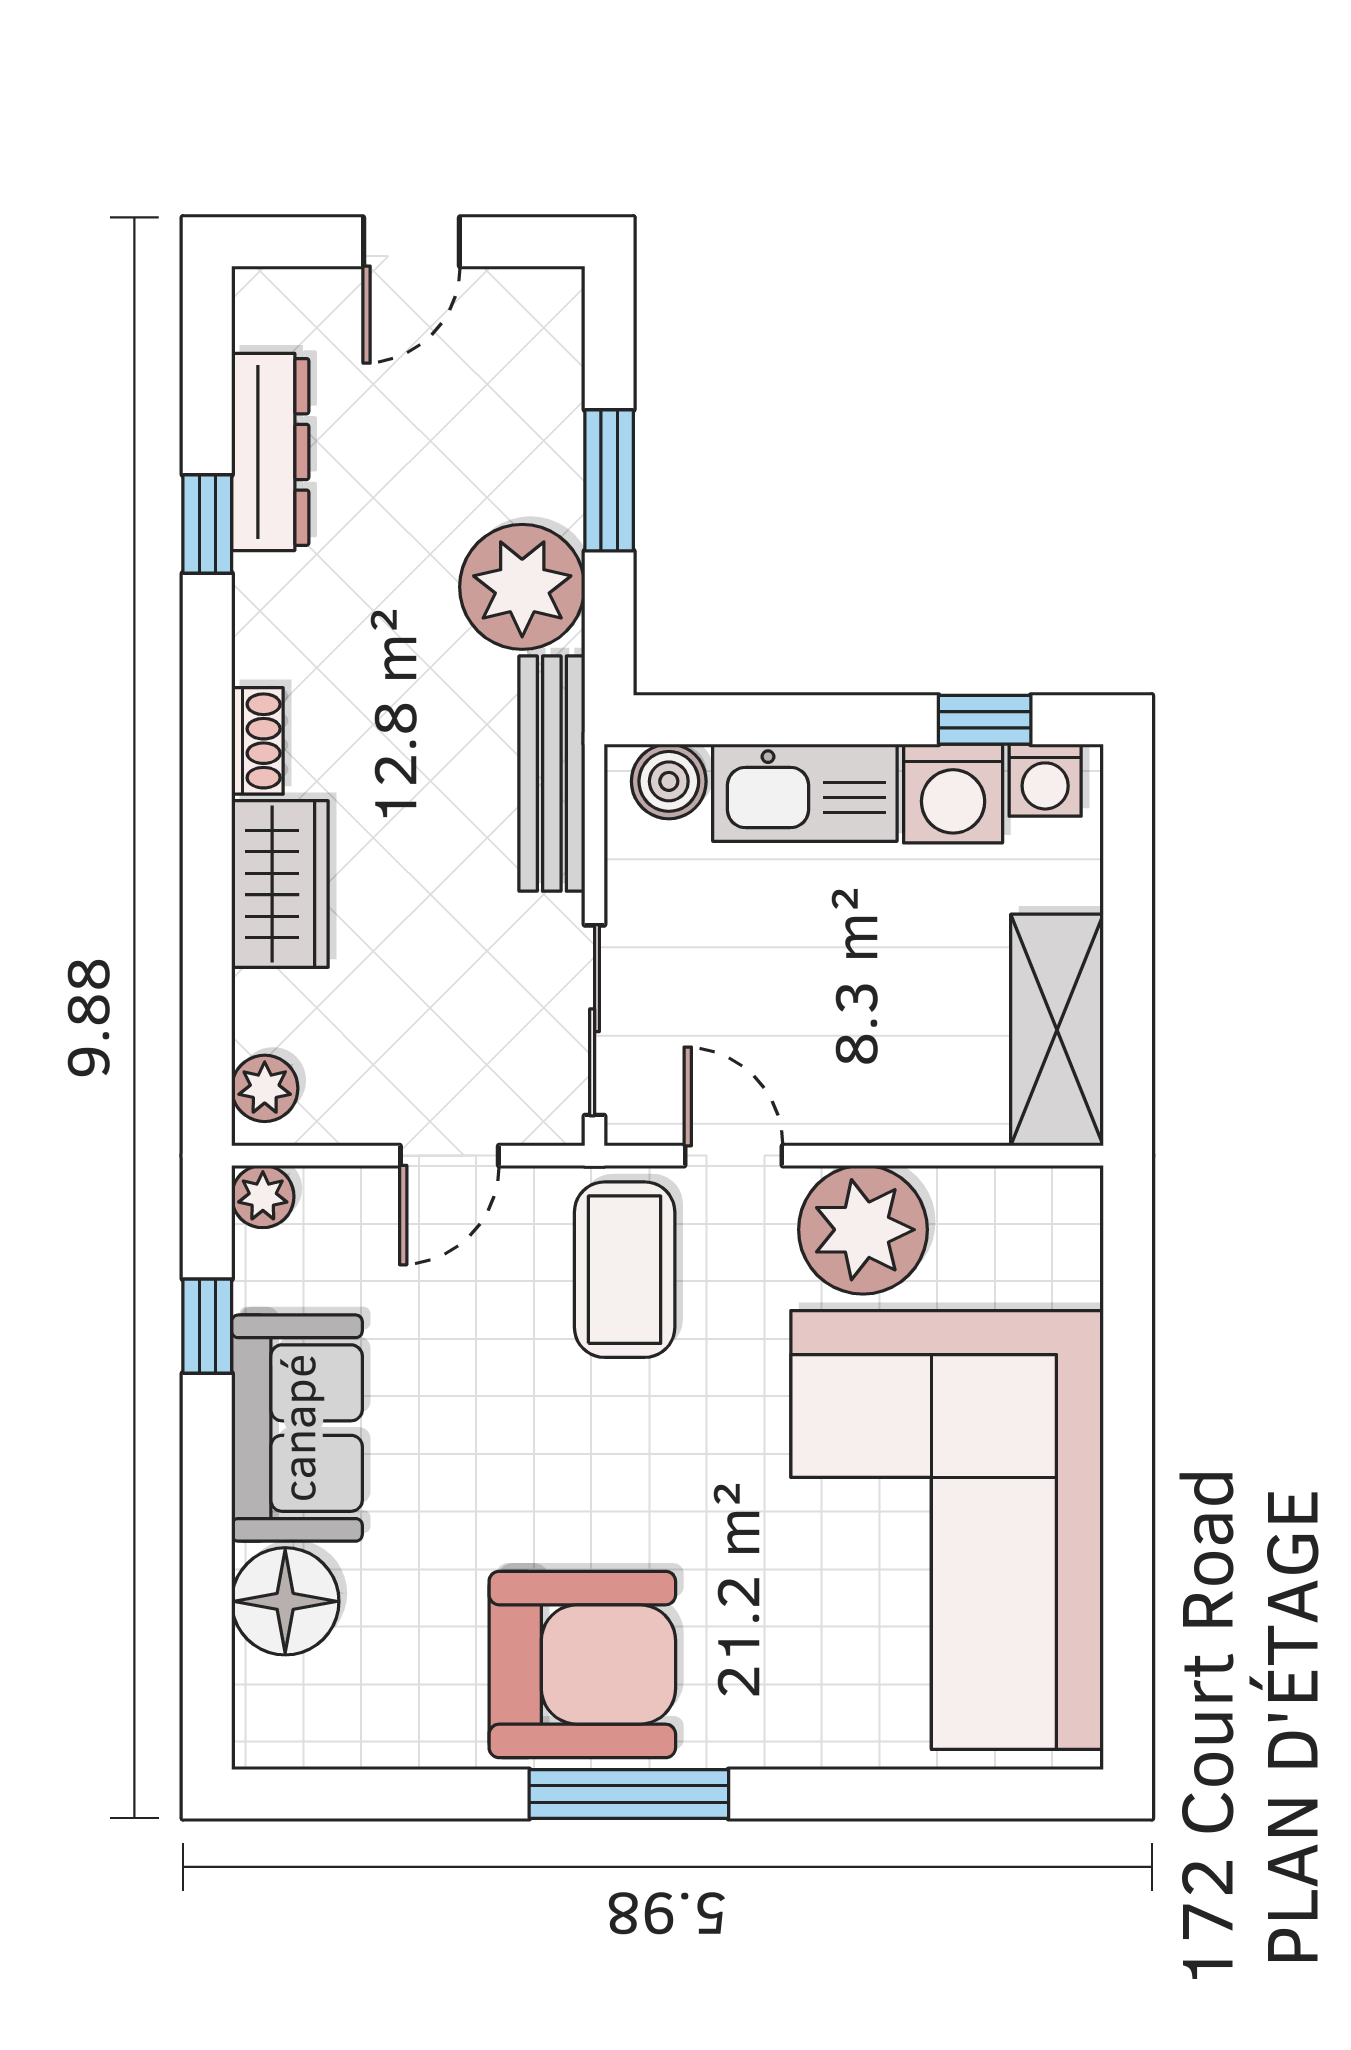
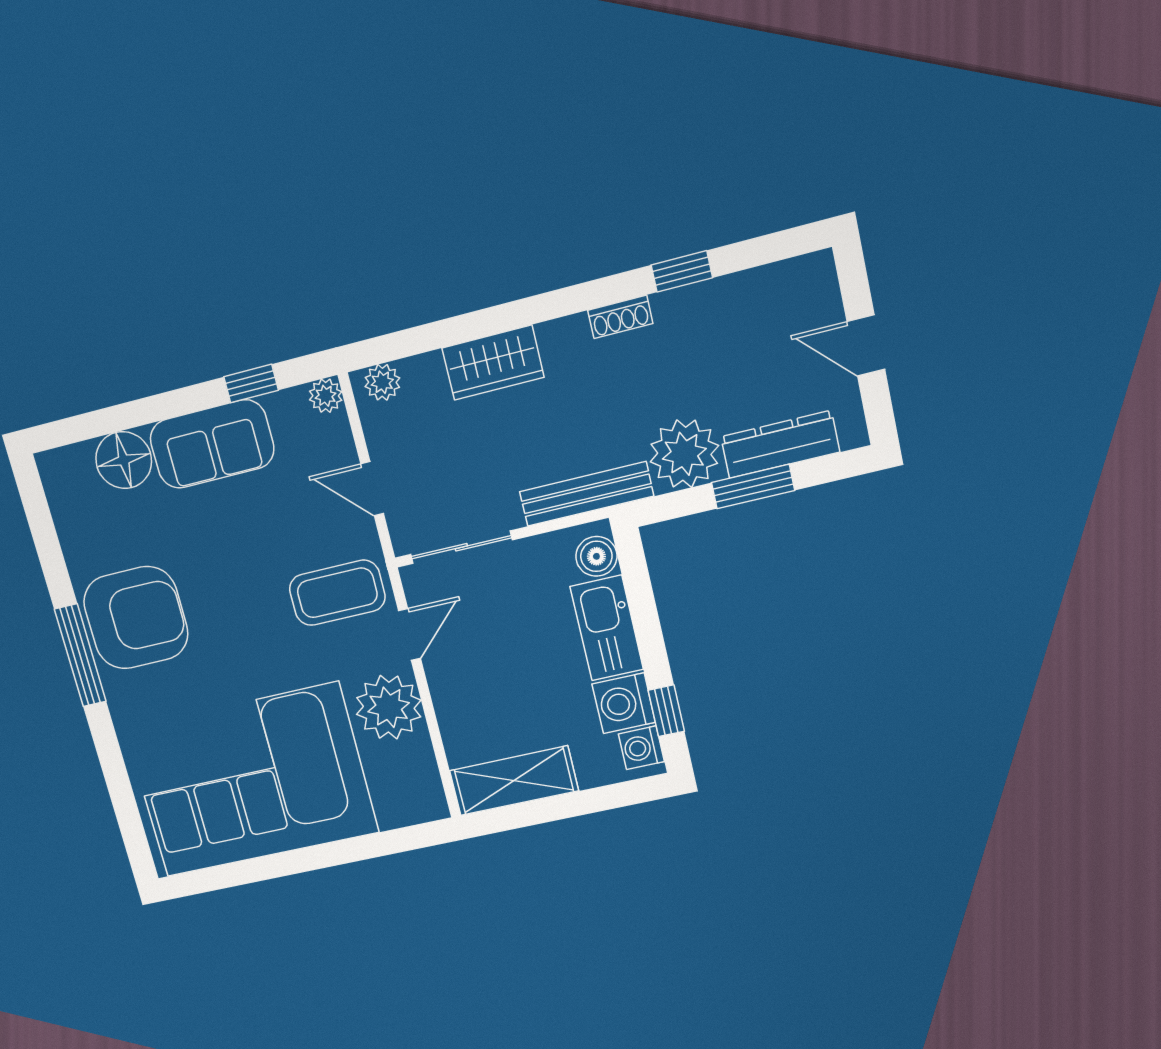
dresser: (270, 452) -> (780, 444), moved, turned 180
shoe rack: (257, 741) -> (620, 317), moved
armchair: (582, 1664) -> (136, 618), turned -90

